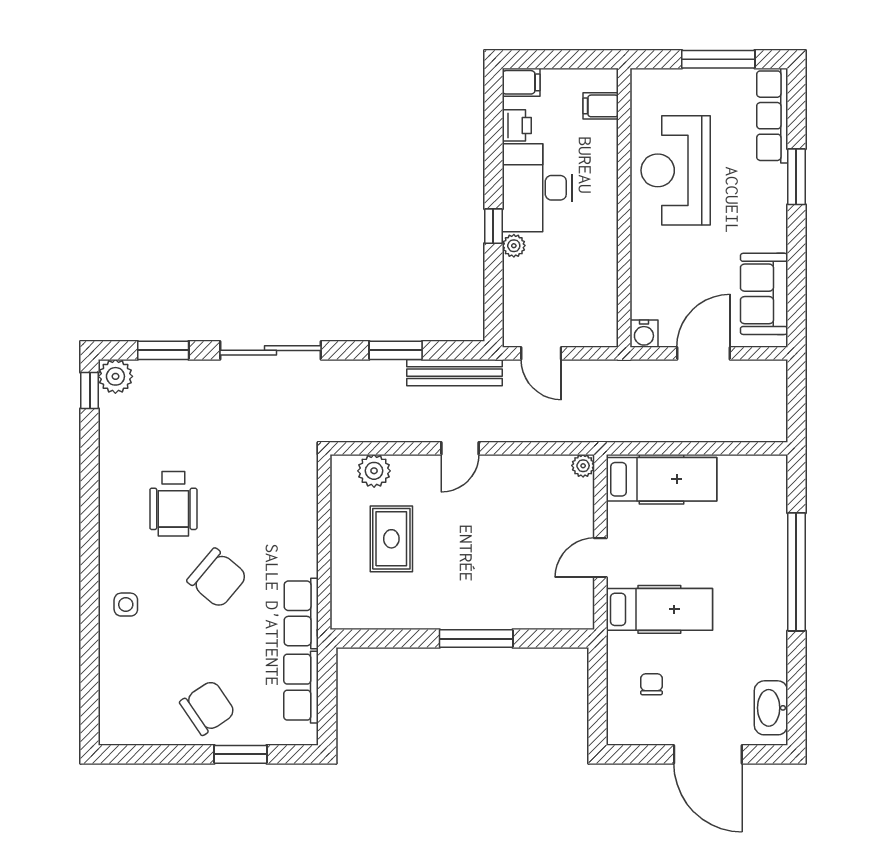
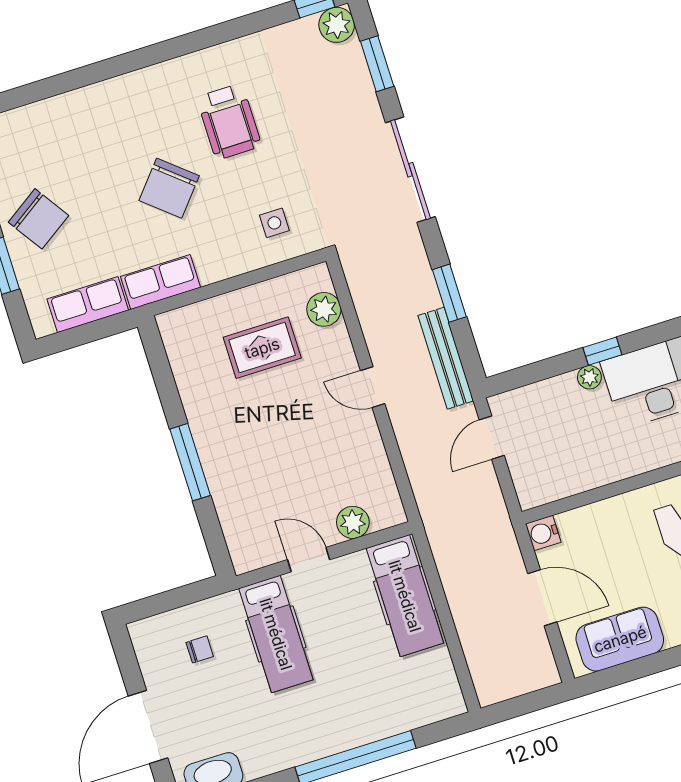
plant: (583, 466) -> (353, 522), moved, width x1.38, depth x1.38
wheelchair: (173, 504) -> (229, 122), turned -90
side table: (126, 605) -> (274, 223), moved

